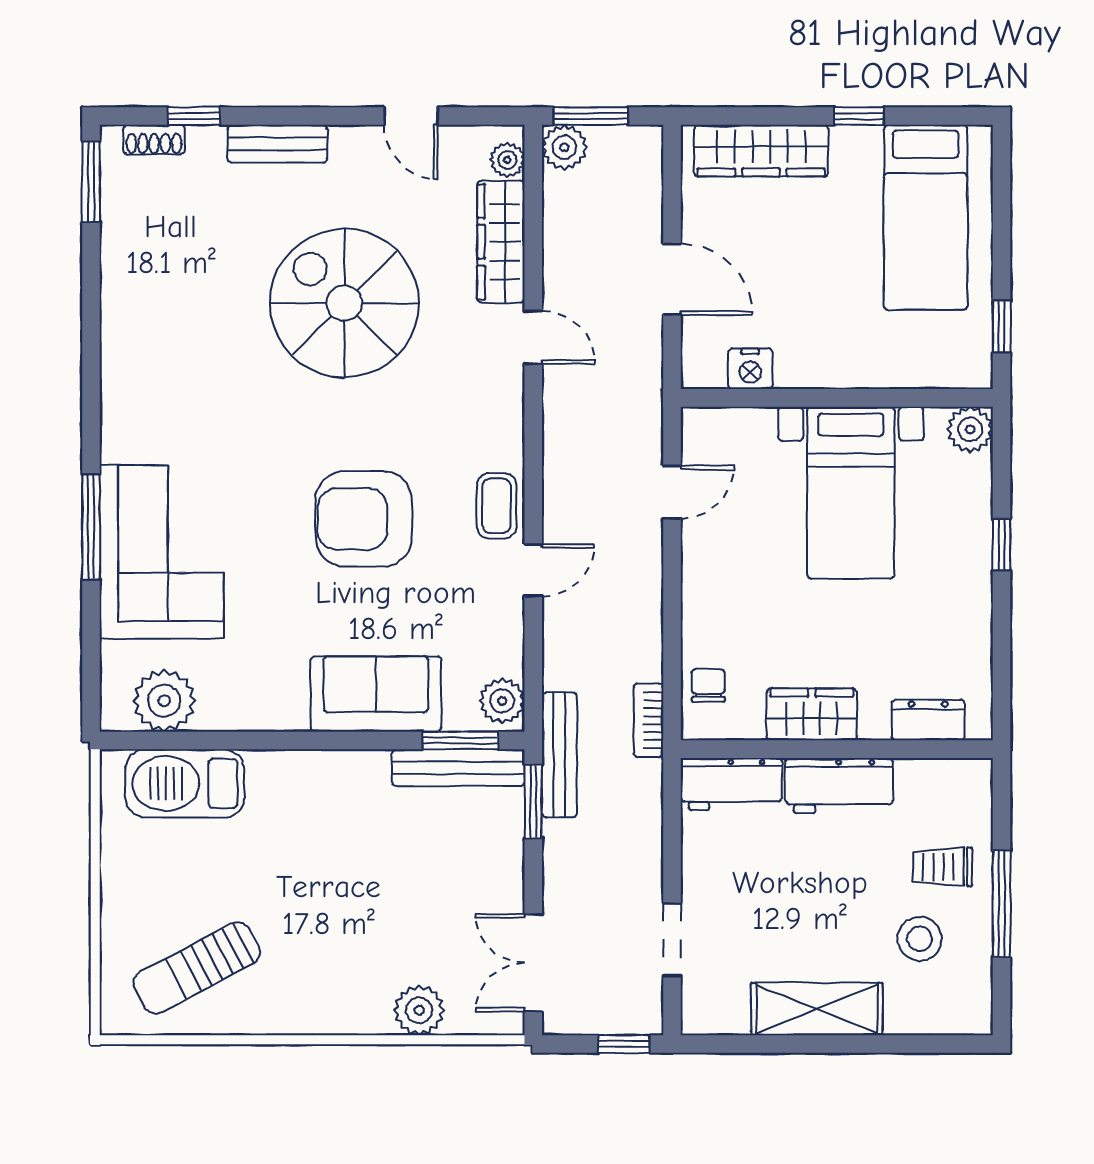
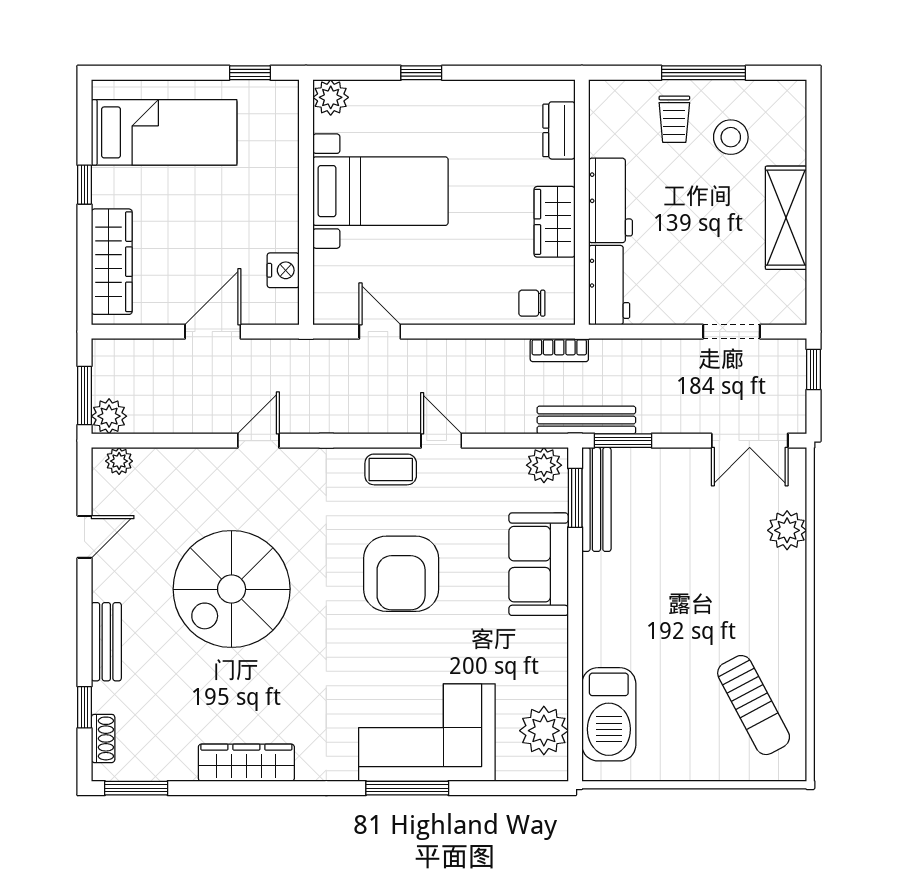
wardrobe: (501, 242) -> (246, 763), moved, turned 180

